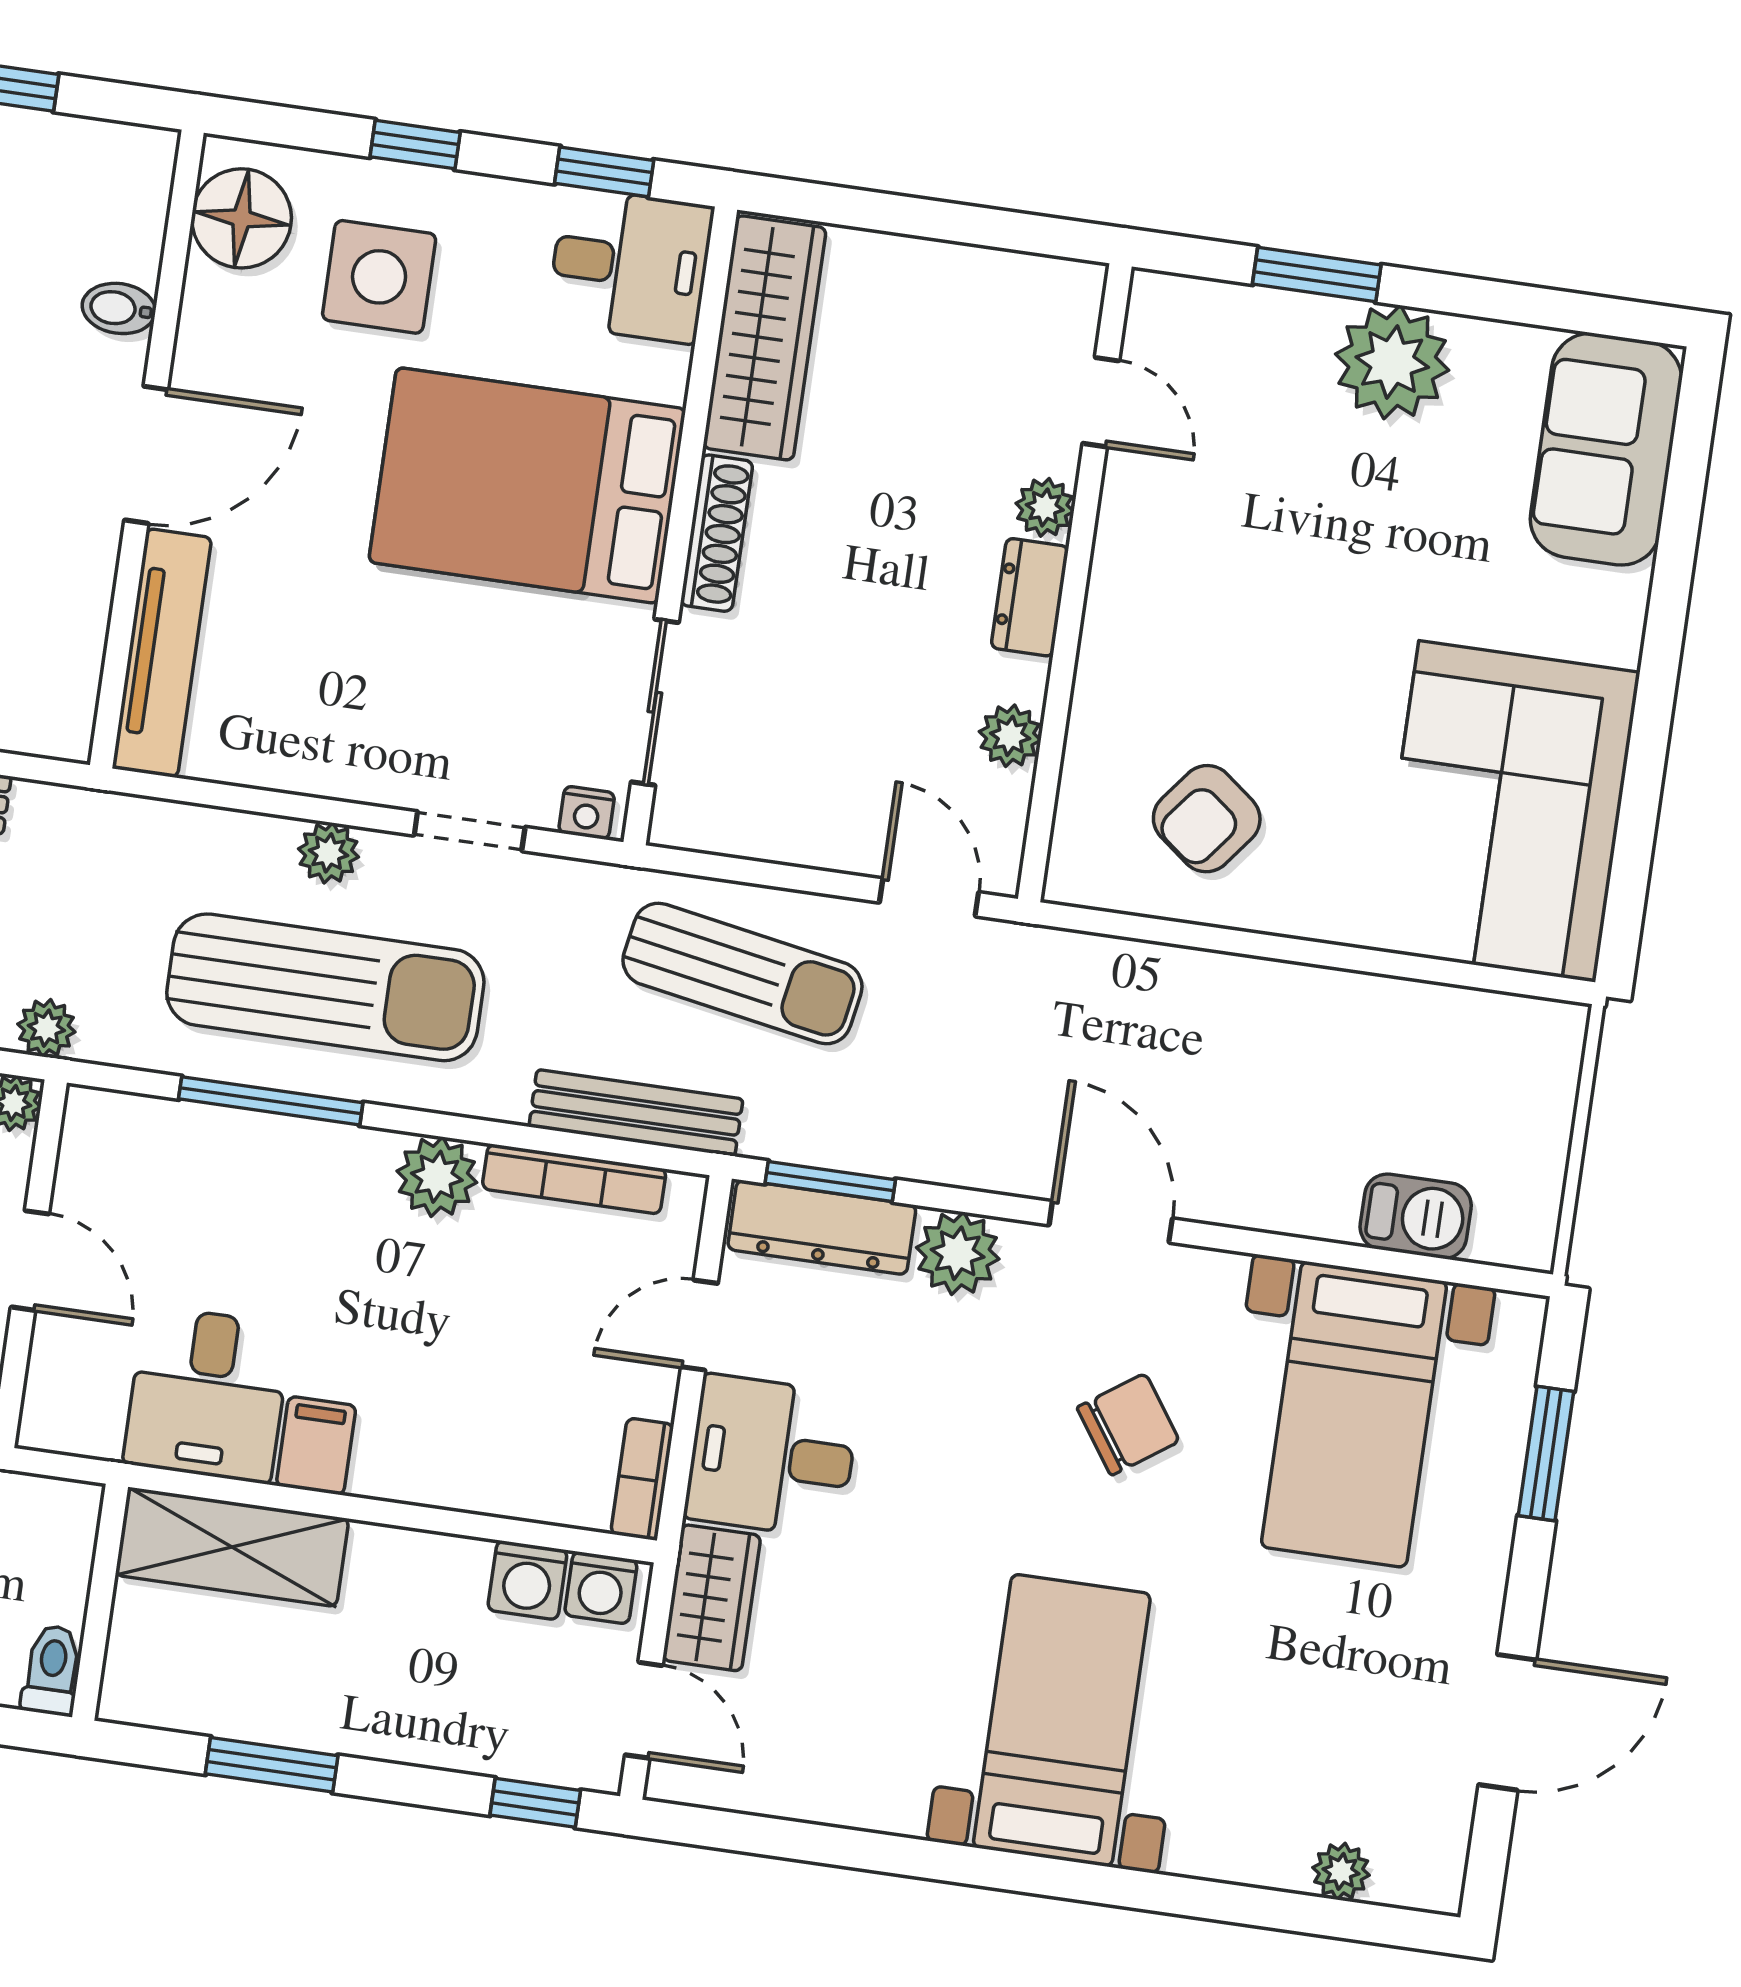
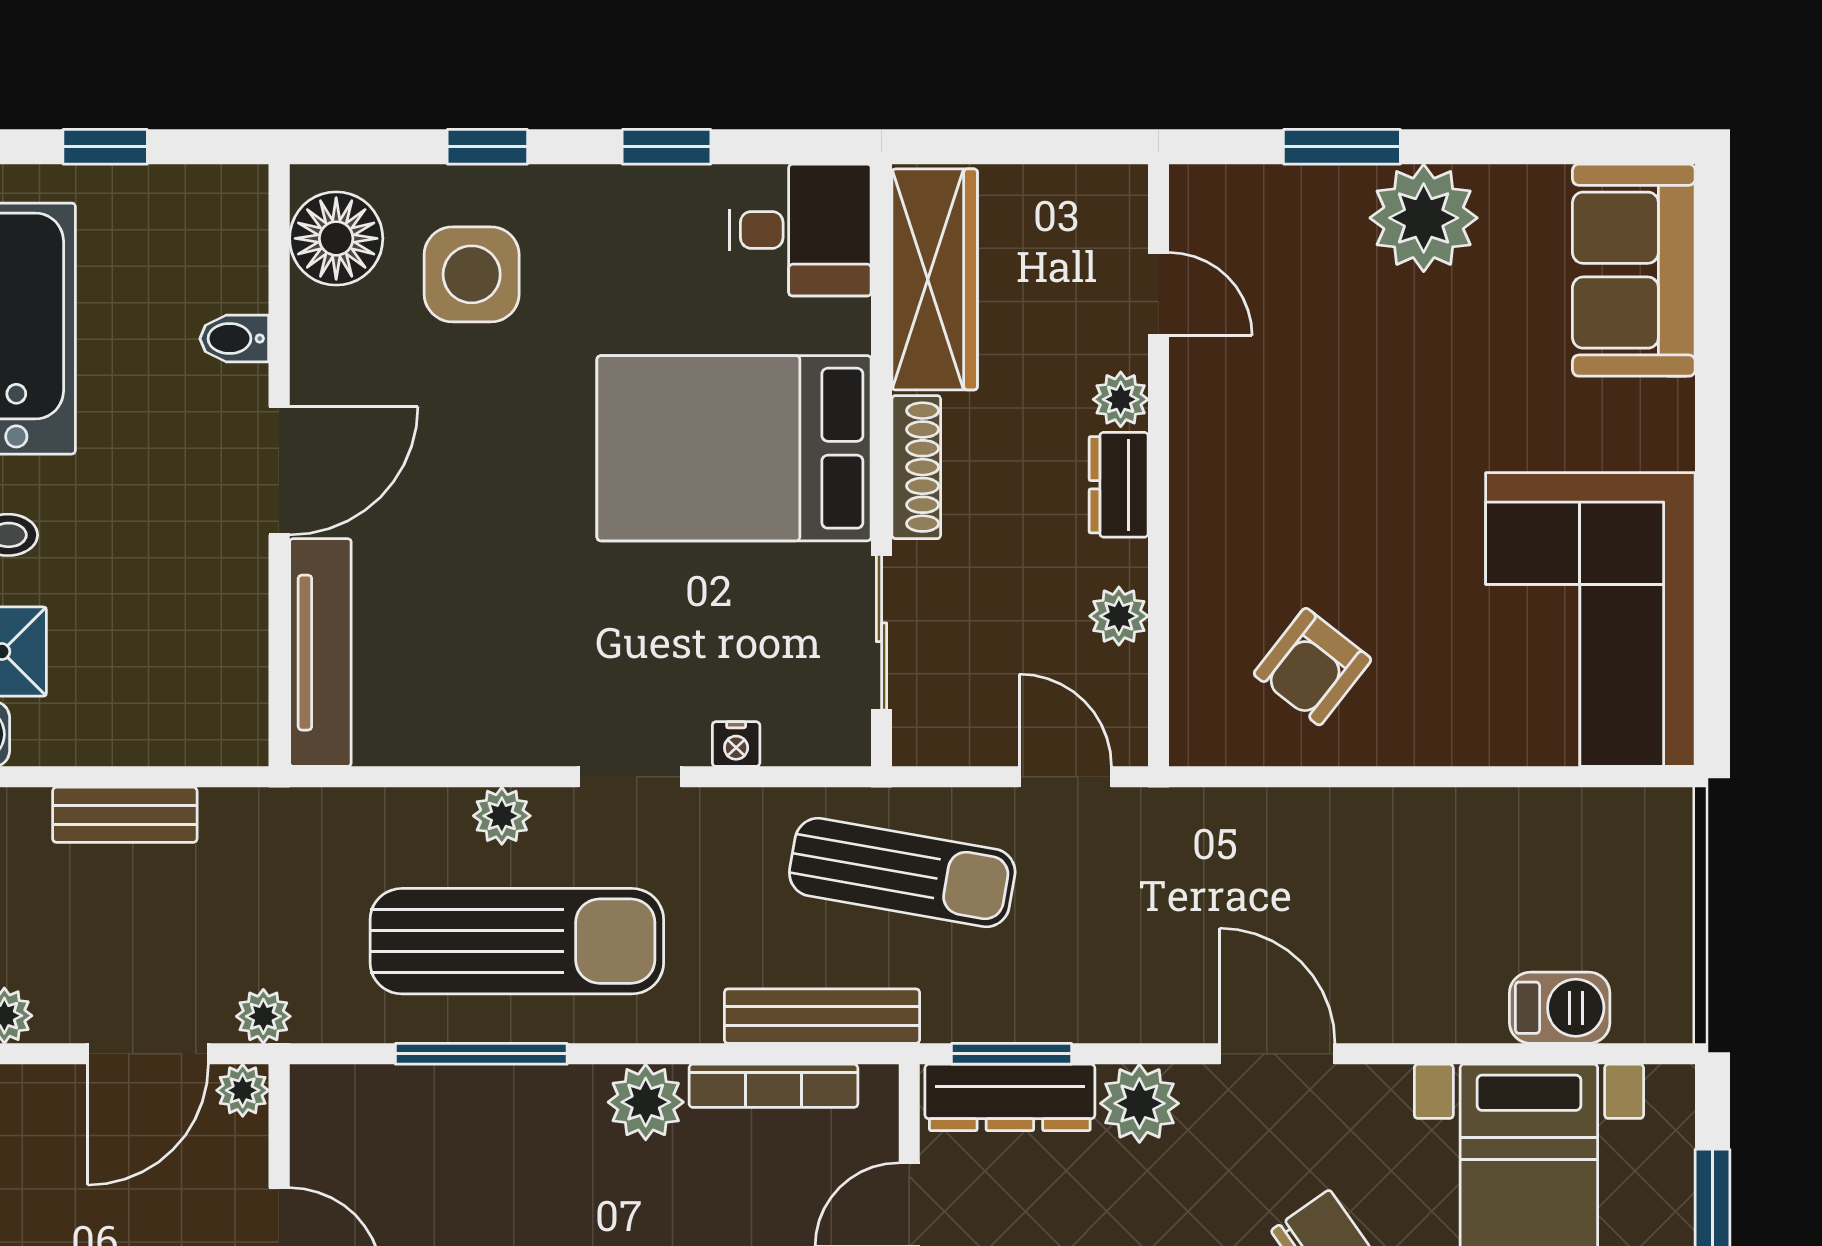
desk: (630, 265) -> (800, 230), moved
wardrobe: (765, 338) -> (935, 279), moved
bed: (527, 485) -> (734, 448), moved
wall: (680, 526) -> (882, 465), moved
shoe rack: (717, 533) -> (916, 467), moved
sliding door: (655, 702) -> (882, 632), moved

